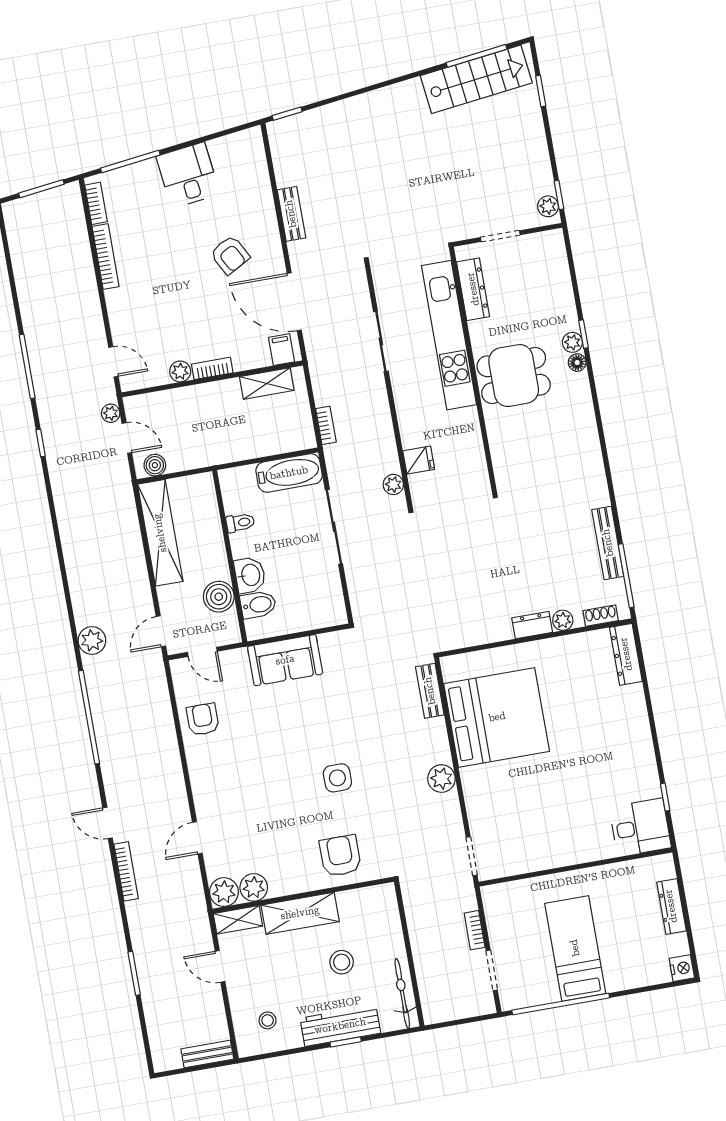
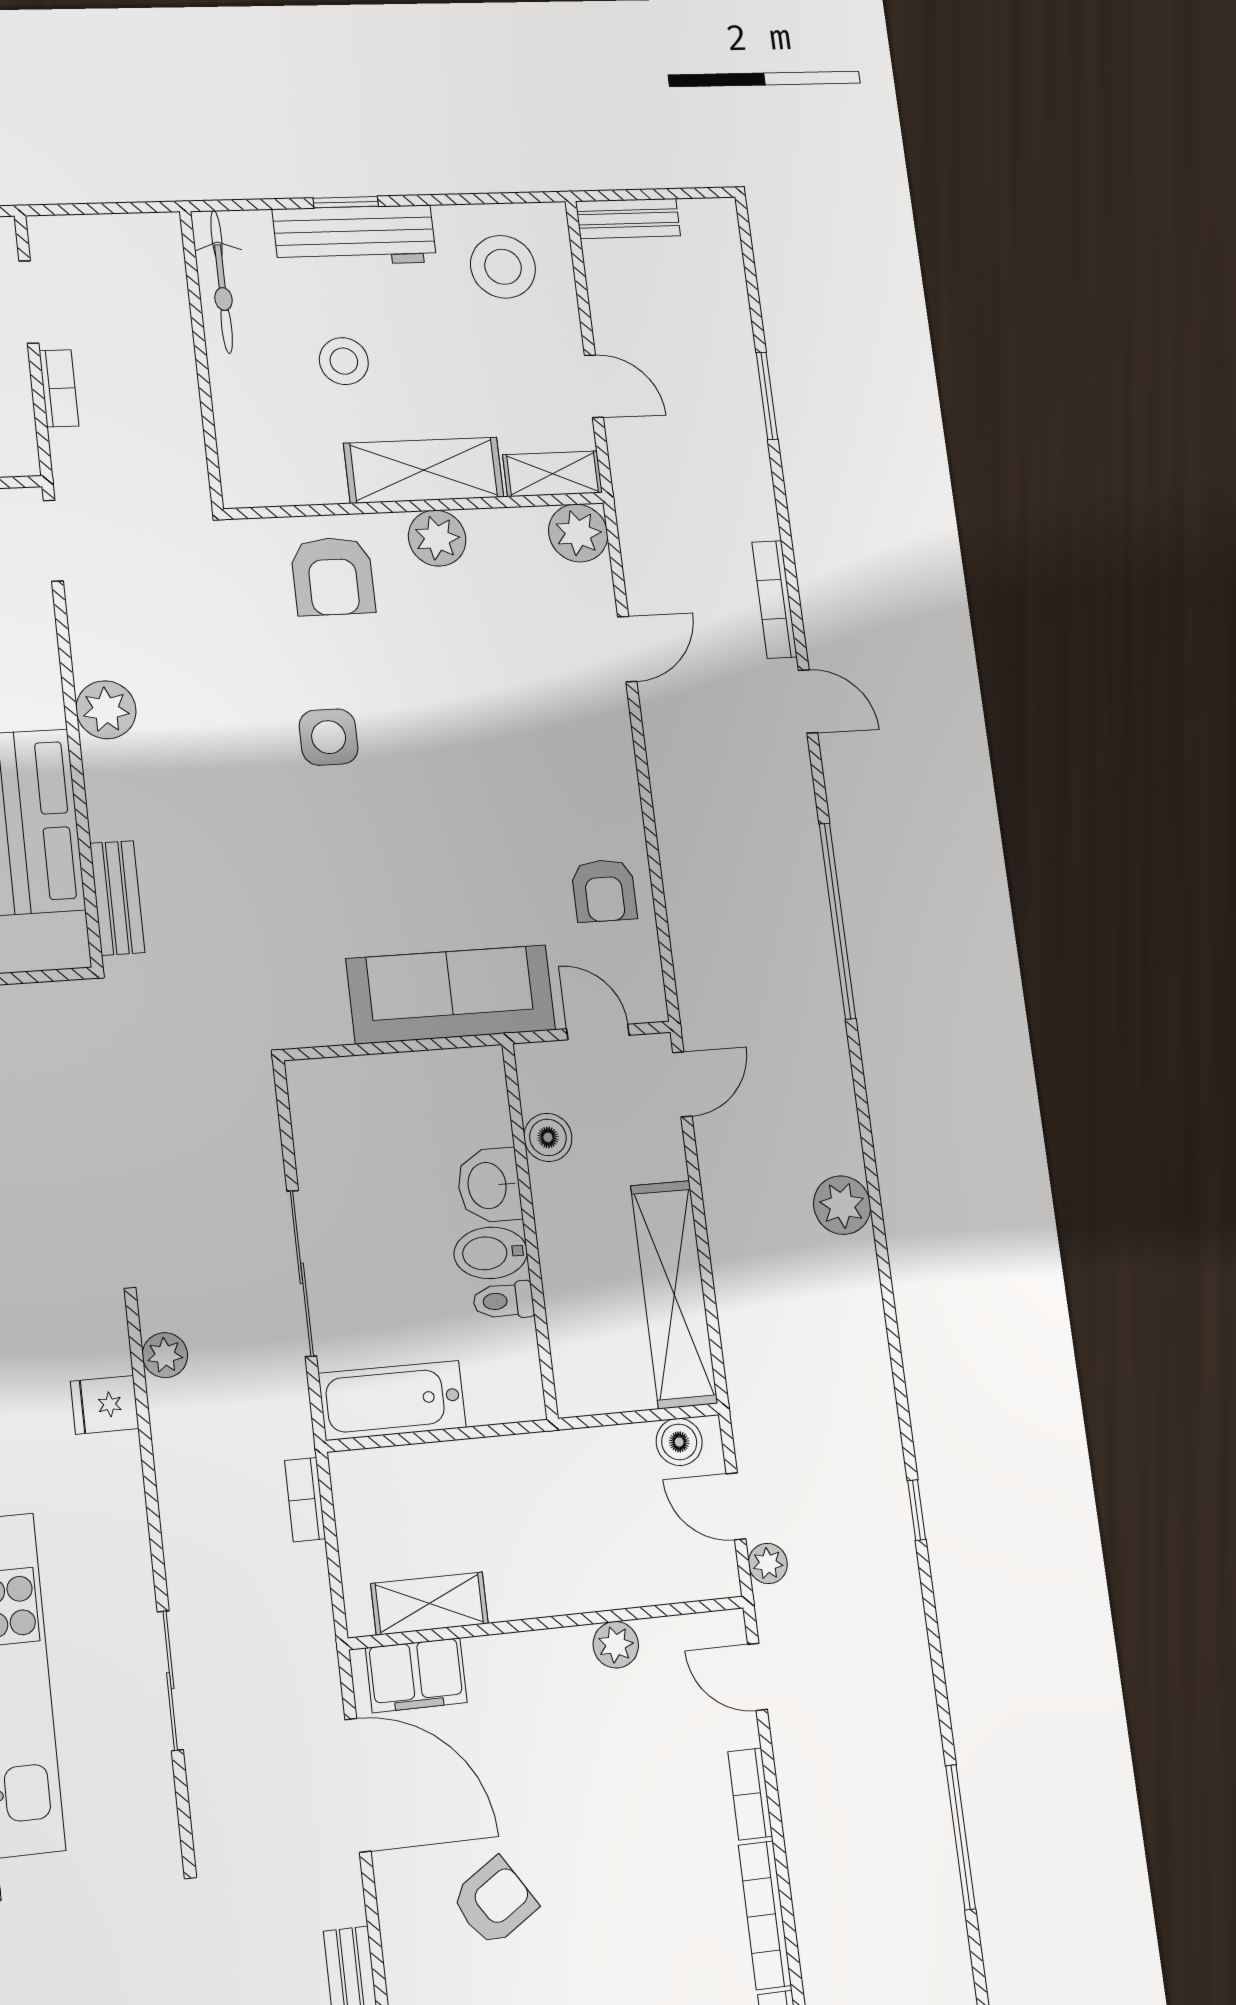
armchair: (230, 255) -> (494, 1902), turned 86
filing cabinet: (282, 350) -> (416, 1675), width x2.00
window: (27, 366) -> (961, 1837), moved
bookcase: (212, 368) -> (750, 1794), moved, turned 90
boiler: (219, 597) -> (548, 1137), width x0.73, depth x0.73
bidet: (258, 605) -> (491, 1253), moved
plant: (92, 640) -> (842, 1205), moved
sofa: (285, 660) -> (451, 994), width x1.36
plant: (254, 887) -> (437, 538), moved
stool: (268, 1020) -> (503, 267), width x1.89, depth x1.89

